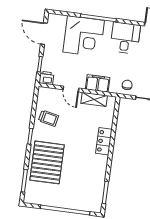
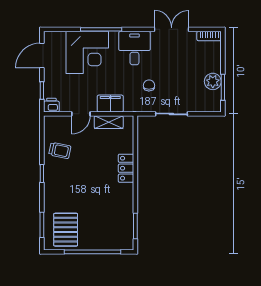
door: (44, 34) -> (42, 55), hinge flipped
chair: (127, 85) -> (149, 85), moved
door: (71, 89) -> (81, 114), hinge flipped
pallet: (47, 162) -> (66, 230), moved, width x0.73, depth x0.71

